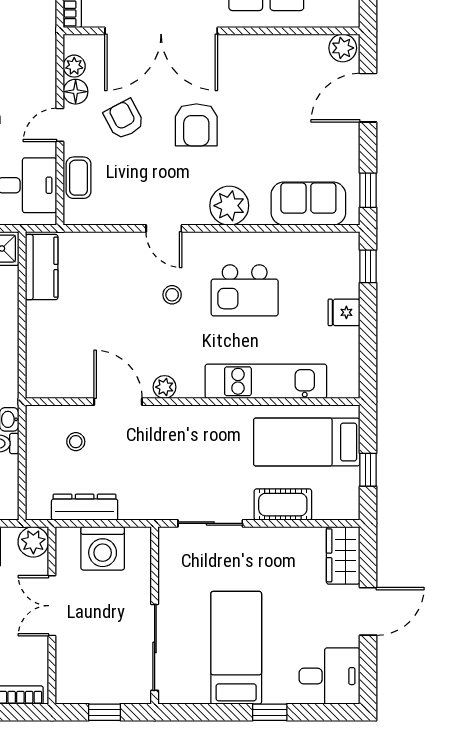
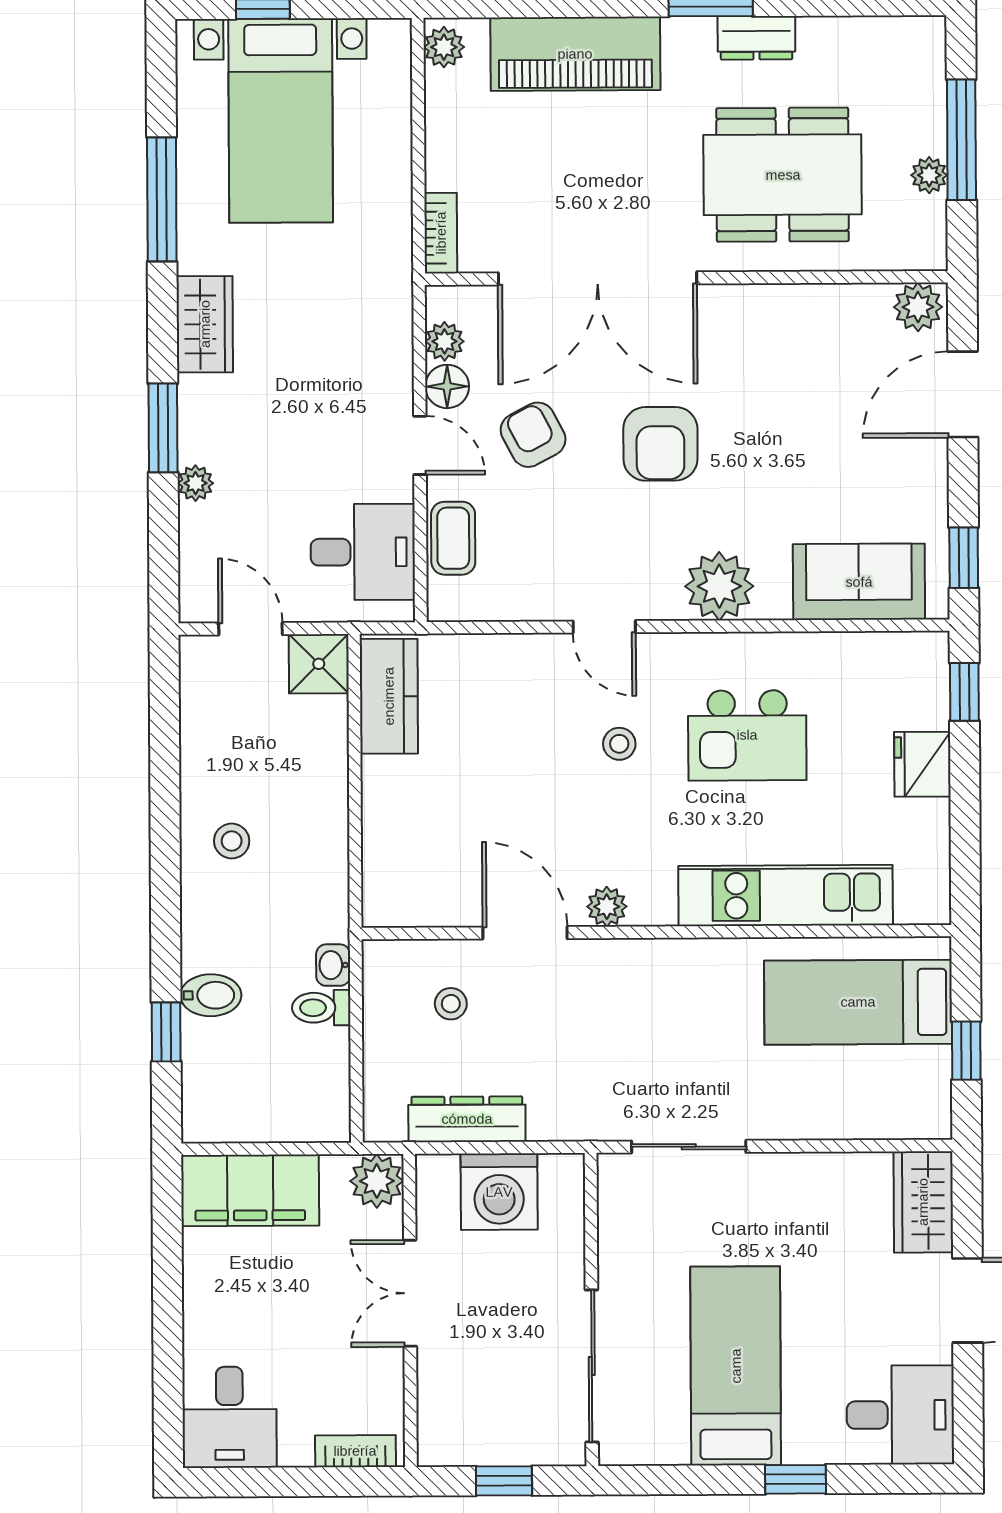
door: (60, 125) -> (420, 445), swing flipped
fridge: (344, 312) -> (922, 764), width x1.38
cot: (283, 505) -> (817, 1113), removed

